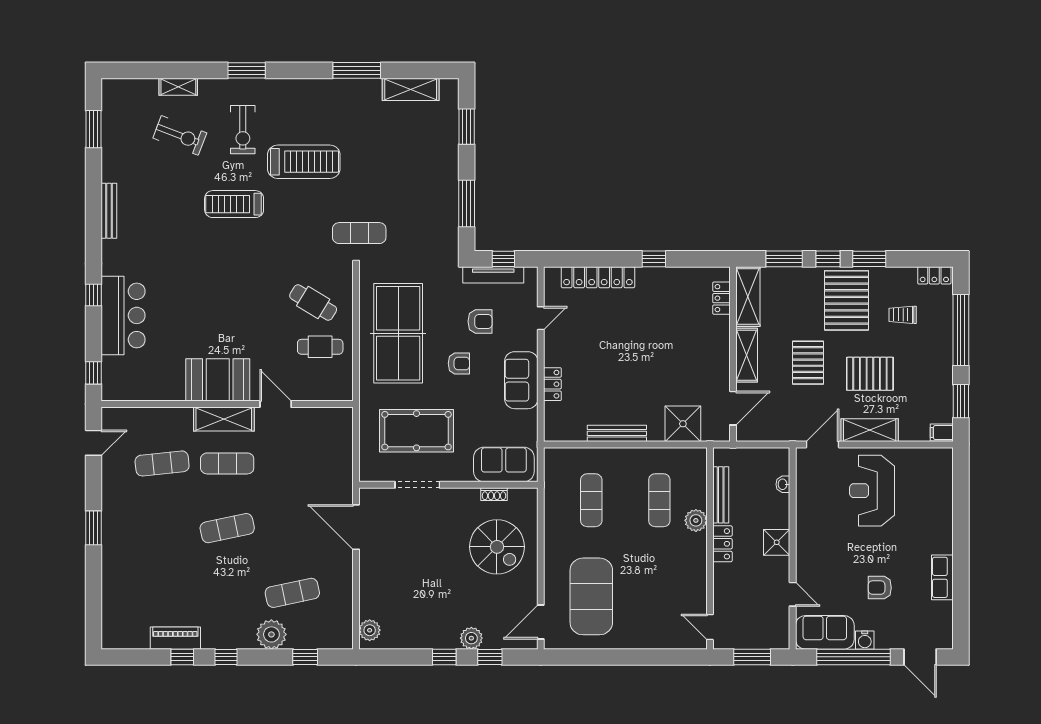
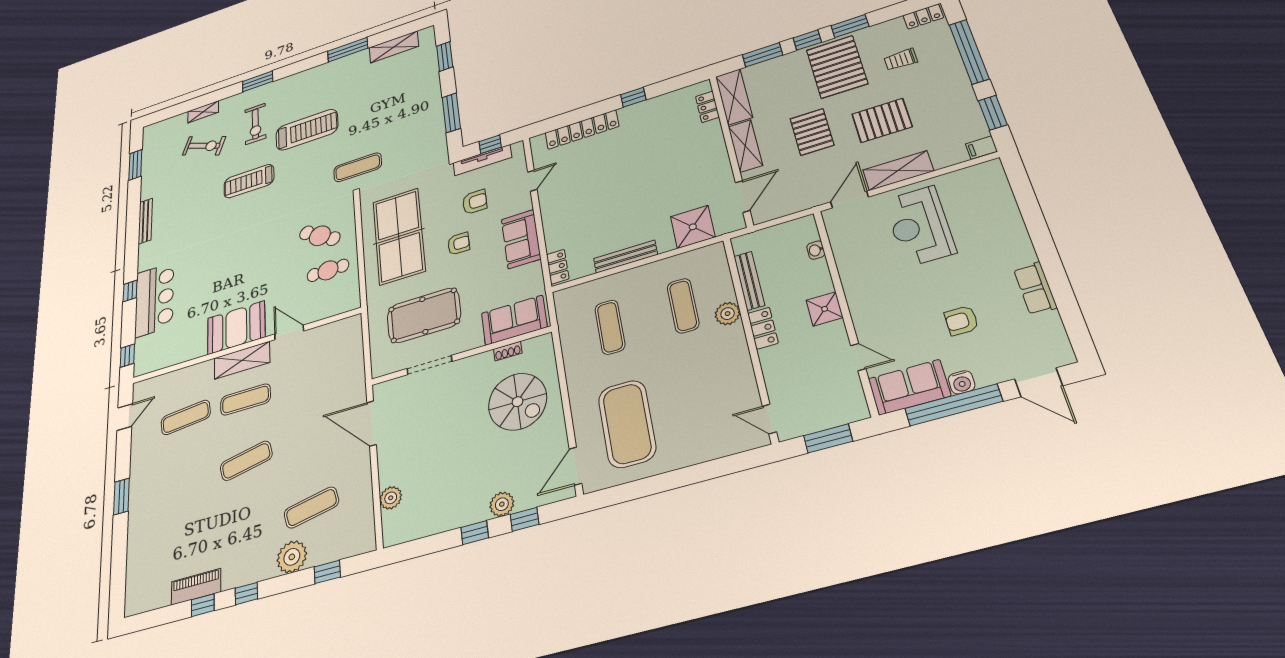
locker: (552, 384) -> (558, 267), moved
plant: (370, 630) -> (391, 498), moved

